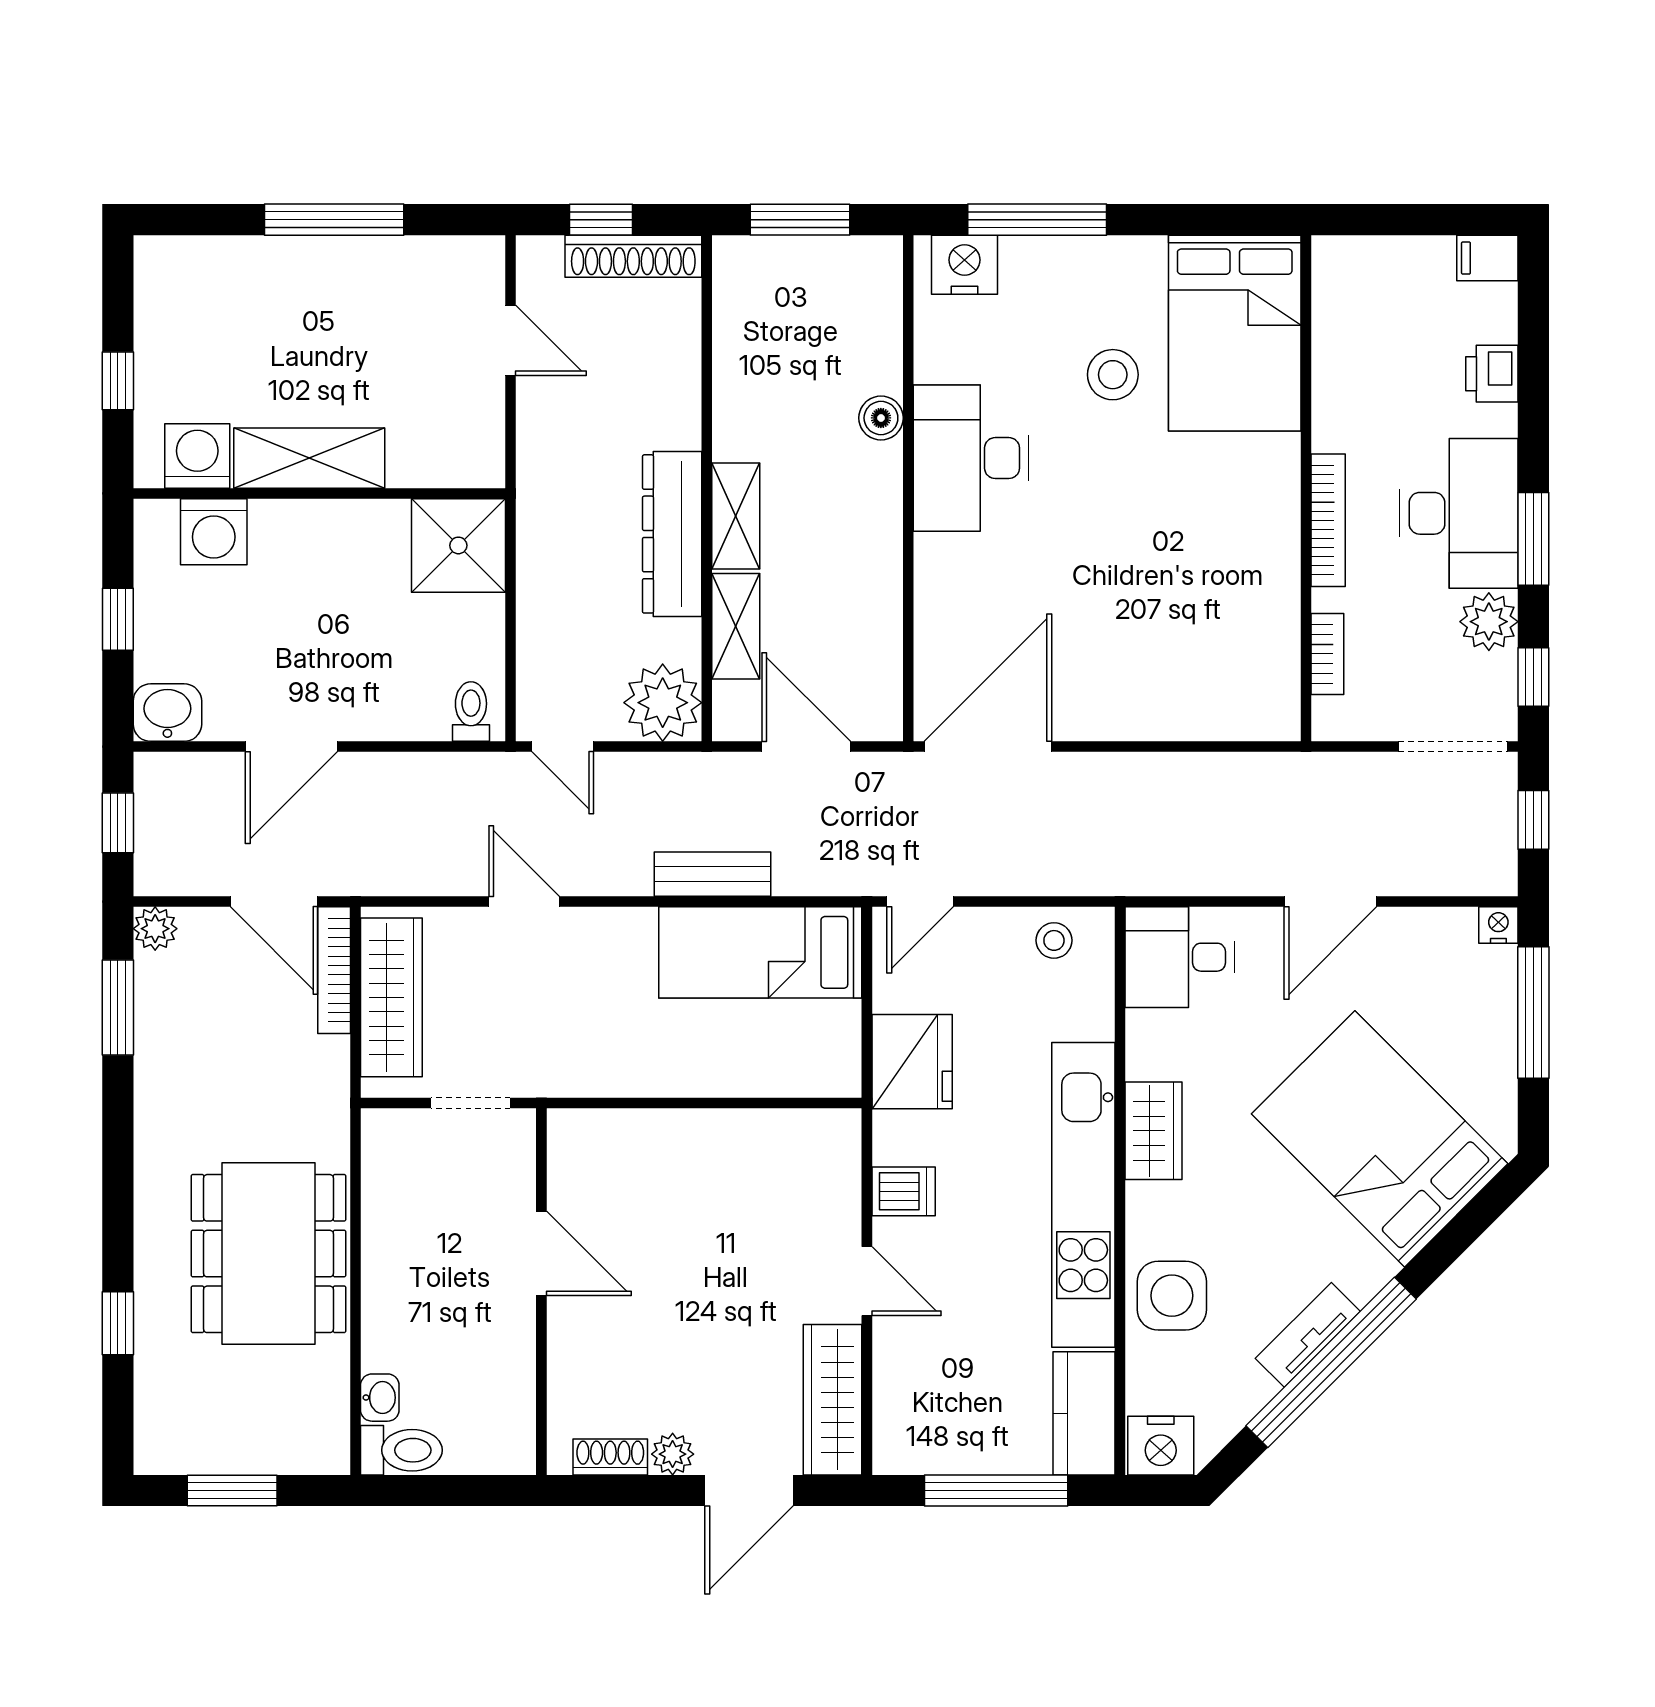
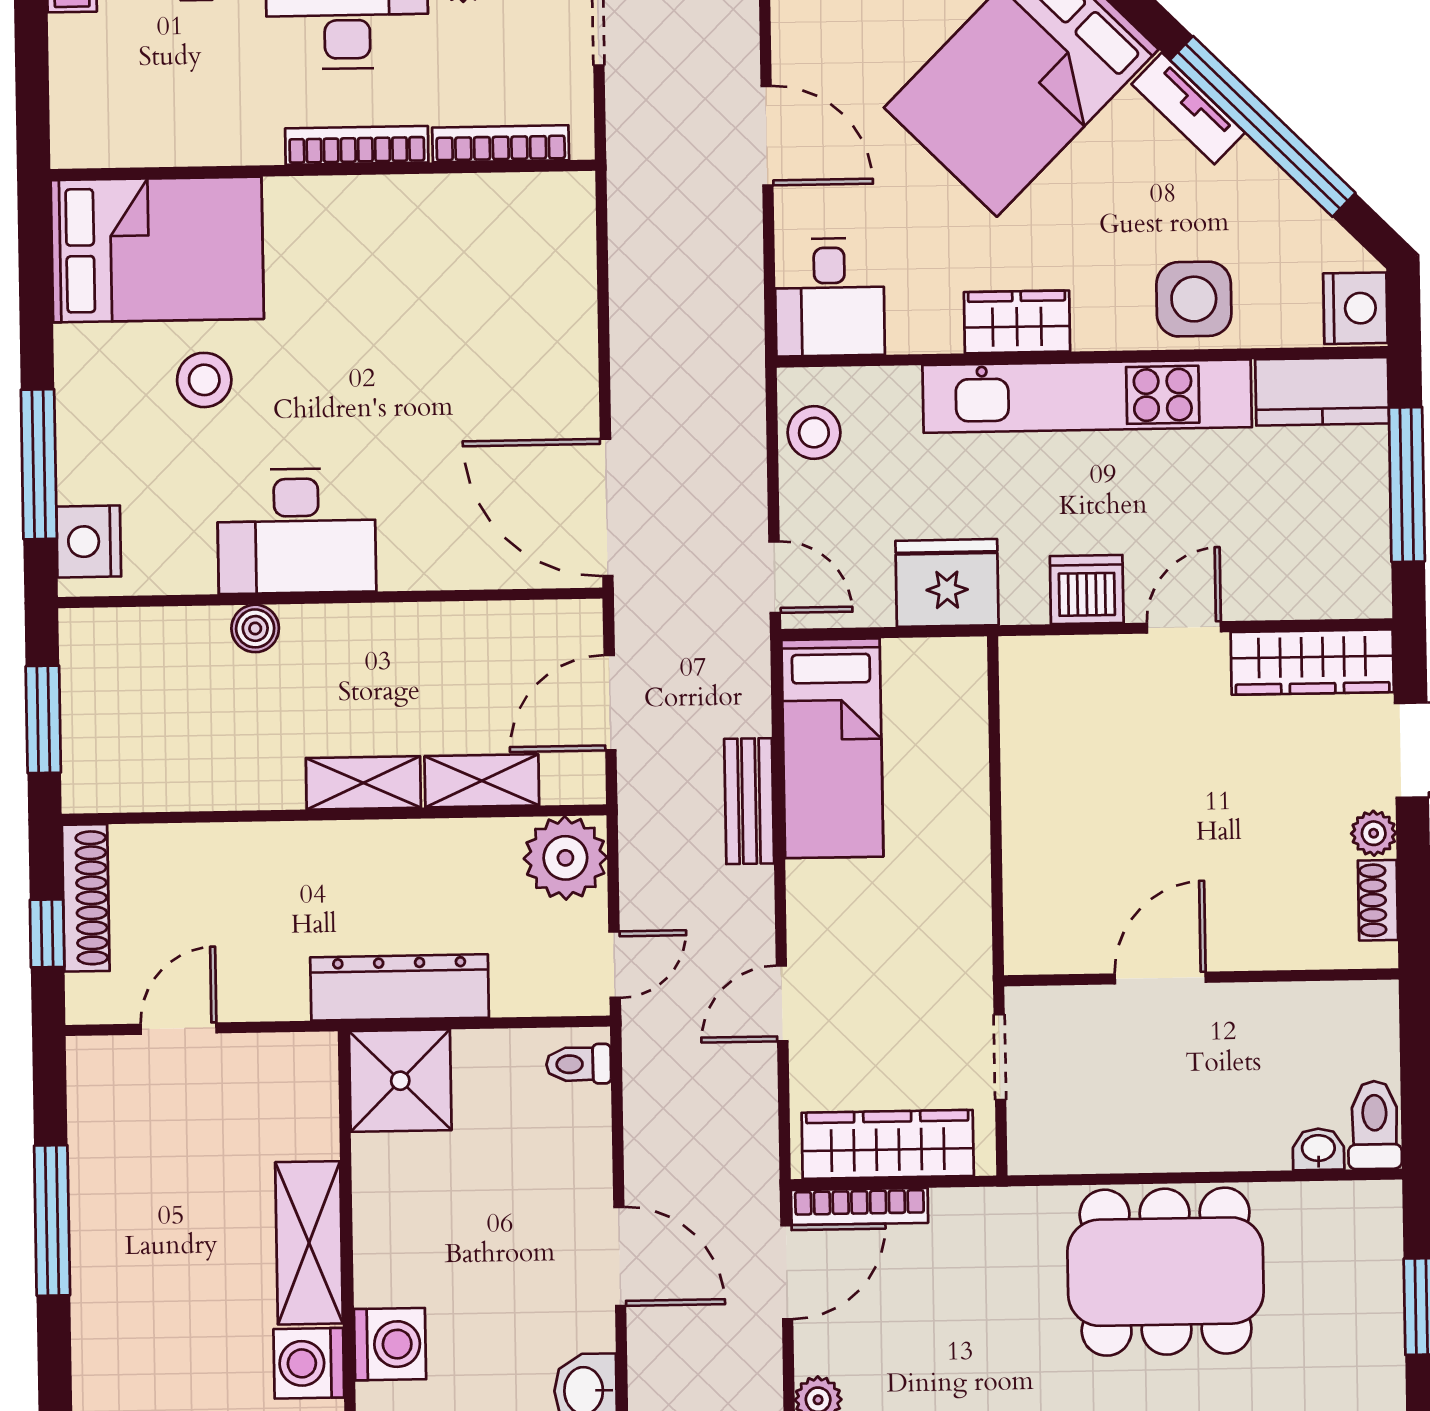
dresser: (672, 534) -> (400, 987), moved, turned 180
bookcase: (1327, 654) -> (501, 144), width x1.56
stool: (1054, 940) -> (814, 433), width x1.37, depth x1.37
dishwasher: (904, 1191) -> (1087, 590), width x1.38
tv unit: (1308, 1335) -> (1188, 108), moved

